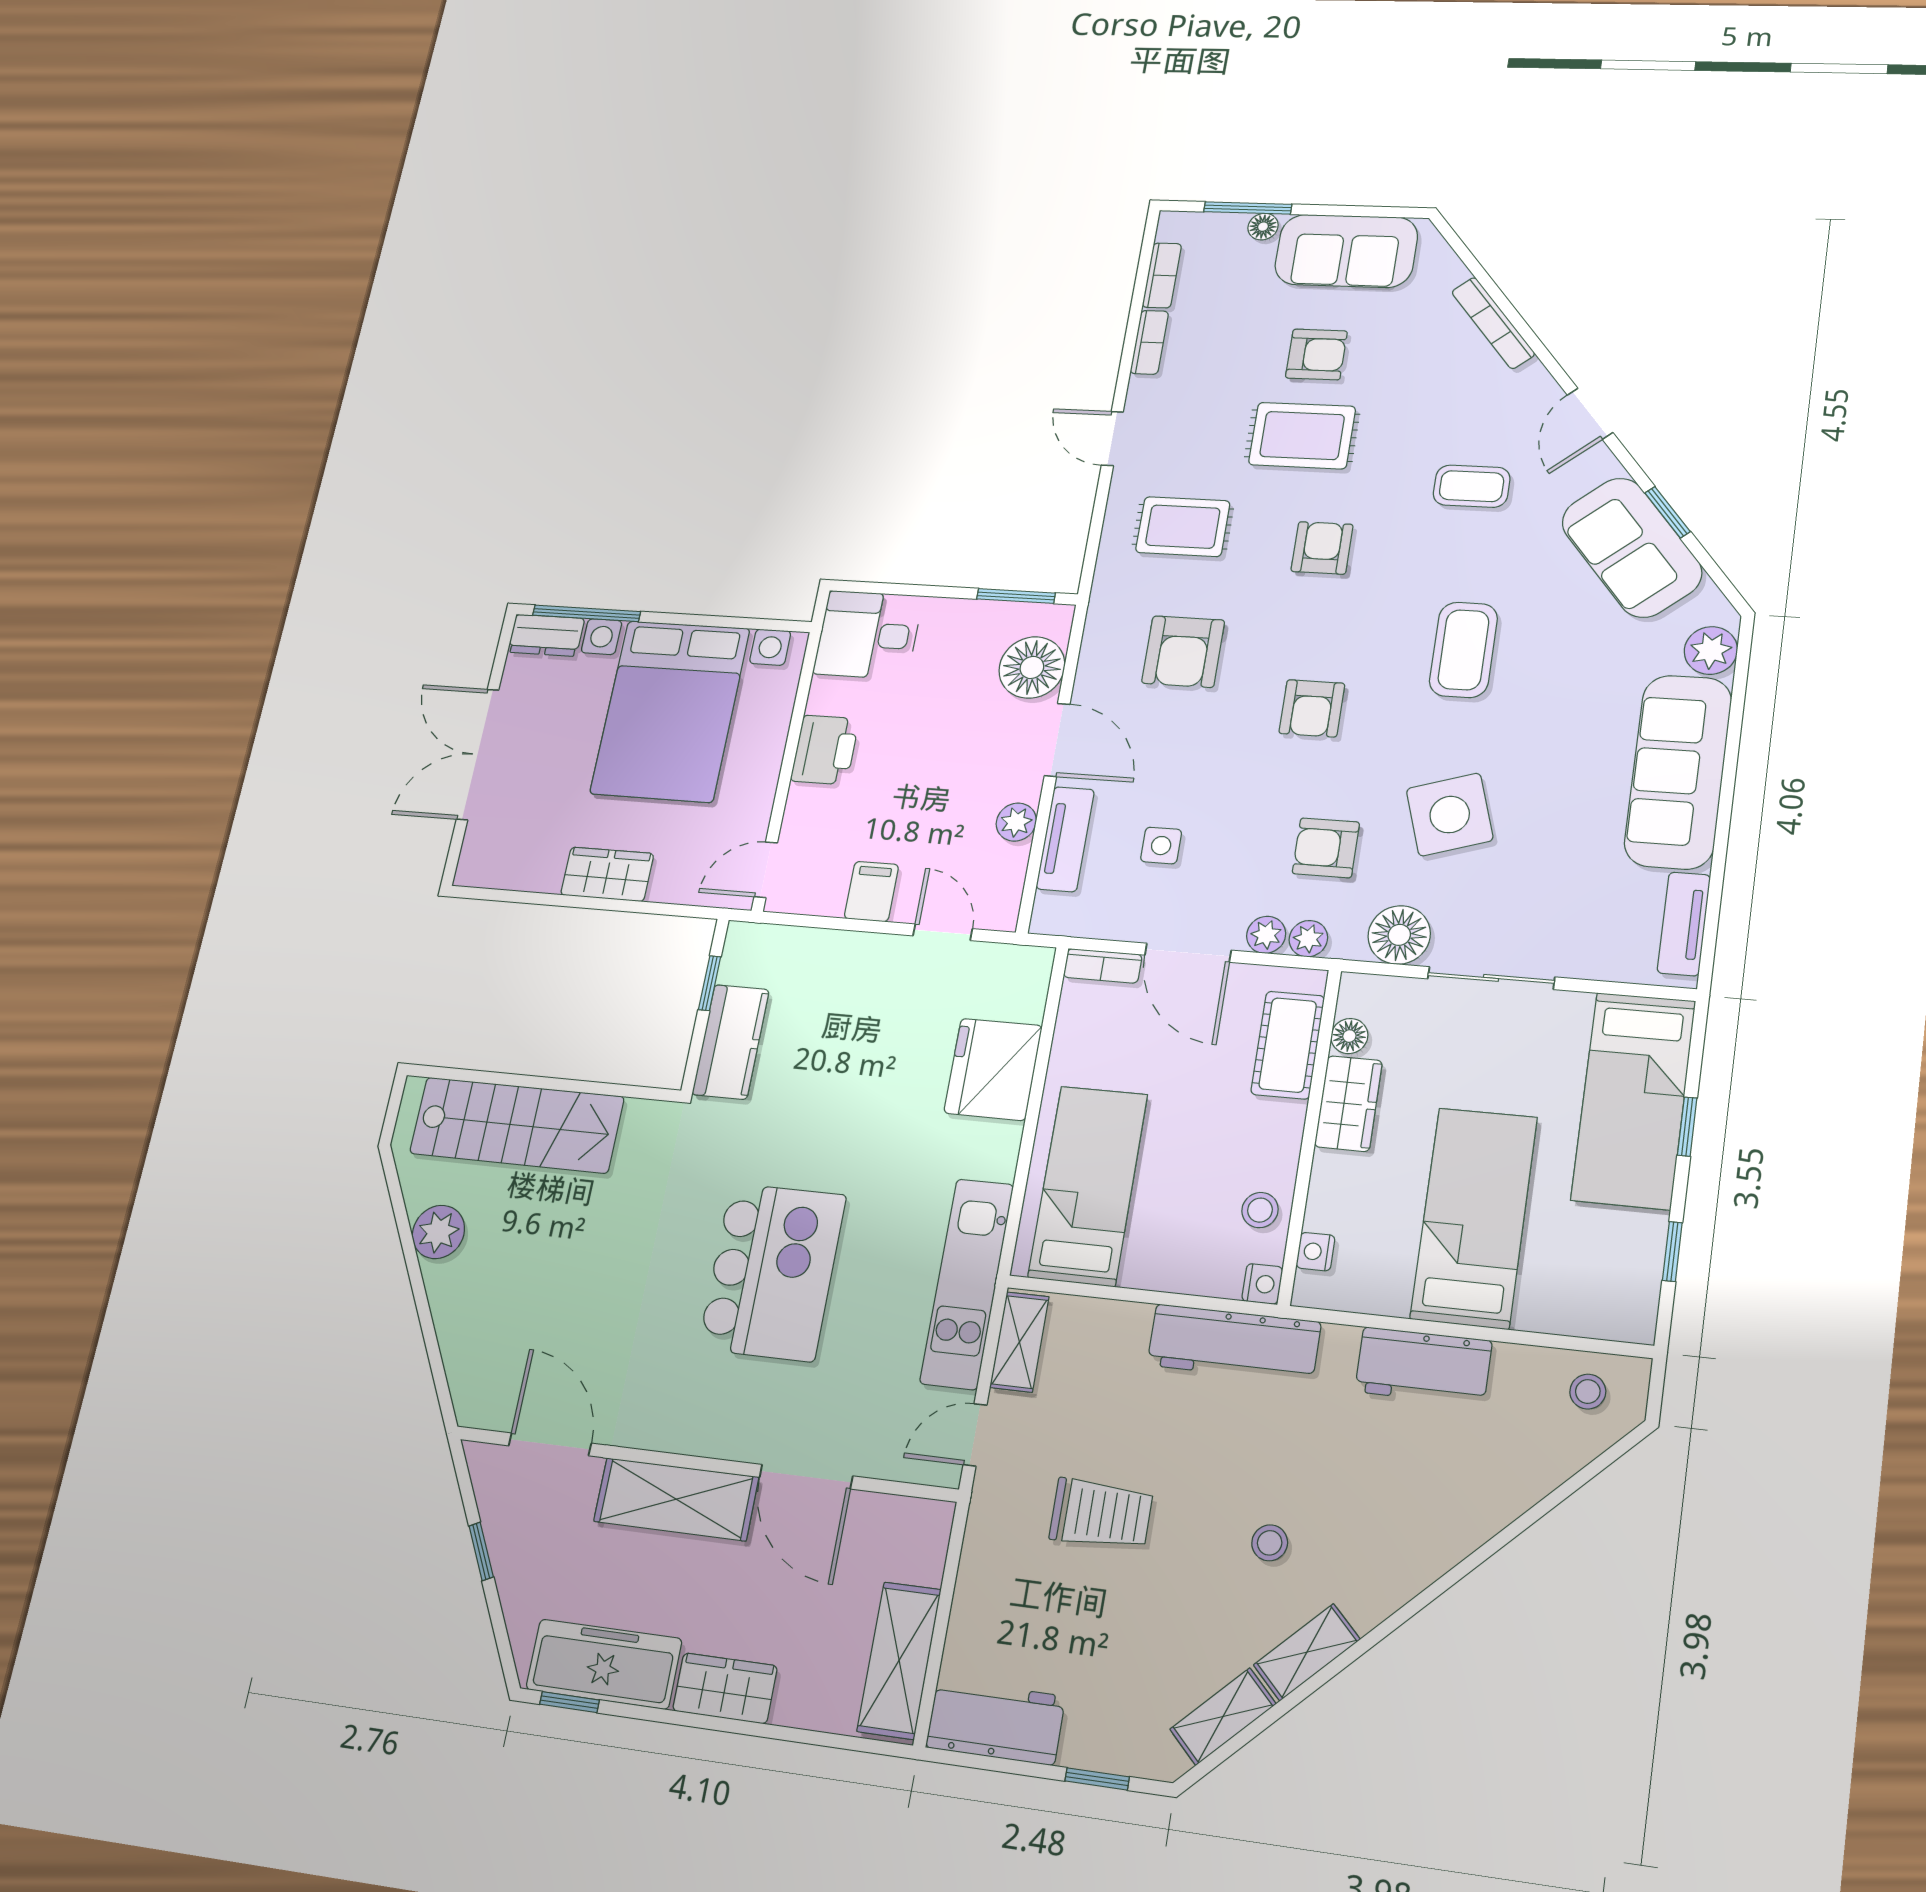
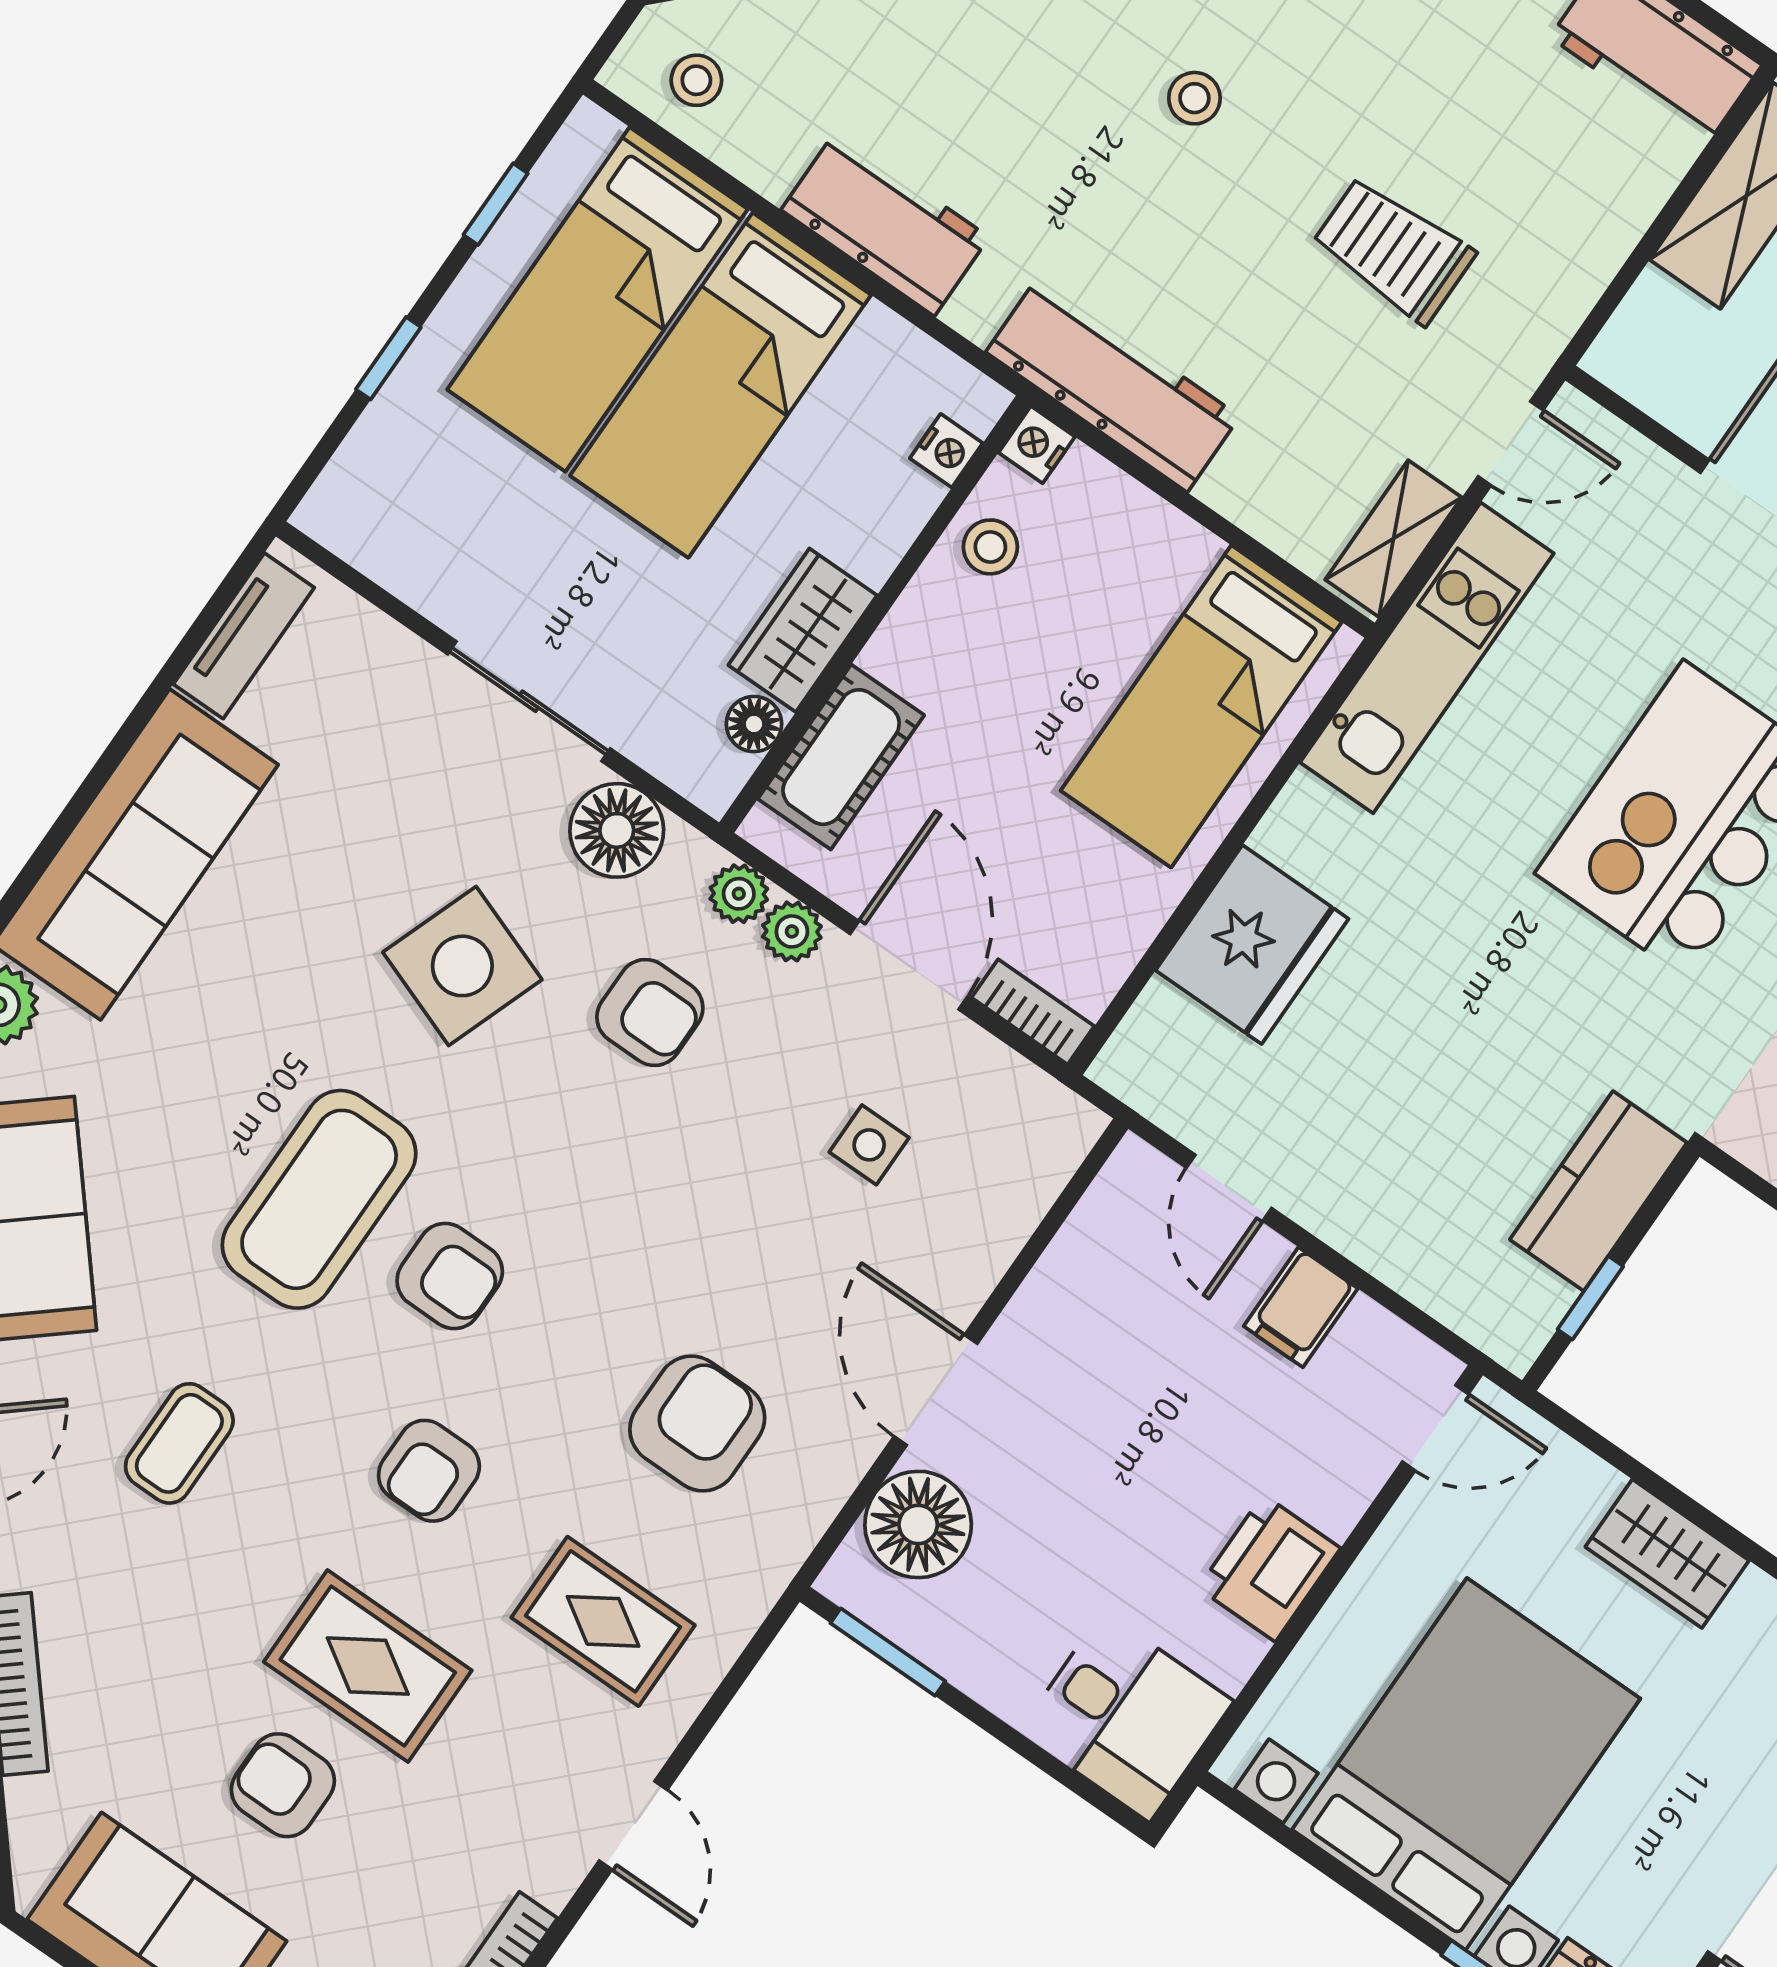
coffee table: (1472, 486) -> (179, 1443), turned 90
coffee table: (1463, 650) -> (319, 1199), width x1.36, depth x1.32
armchair: (1312, 708) -> (450, 1276), moved, turned 90
side table: (1450, 815) -> (462, 966), turned 38
plant: (1016, 822) -> (1051, 1296), removed
tv unit: (1065, 839) -> (995, 1231), removed
bed: (1633, 1100) -> (597, 299), moved, turned 180

